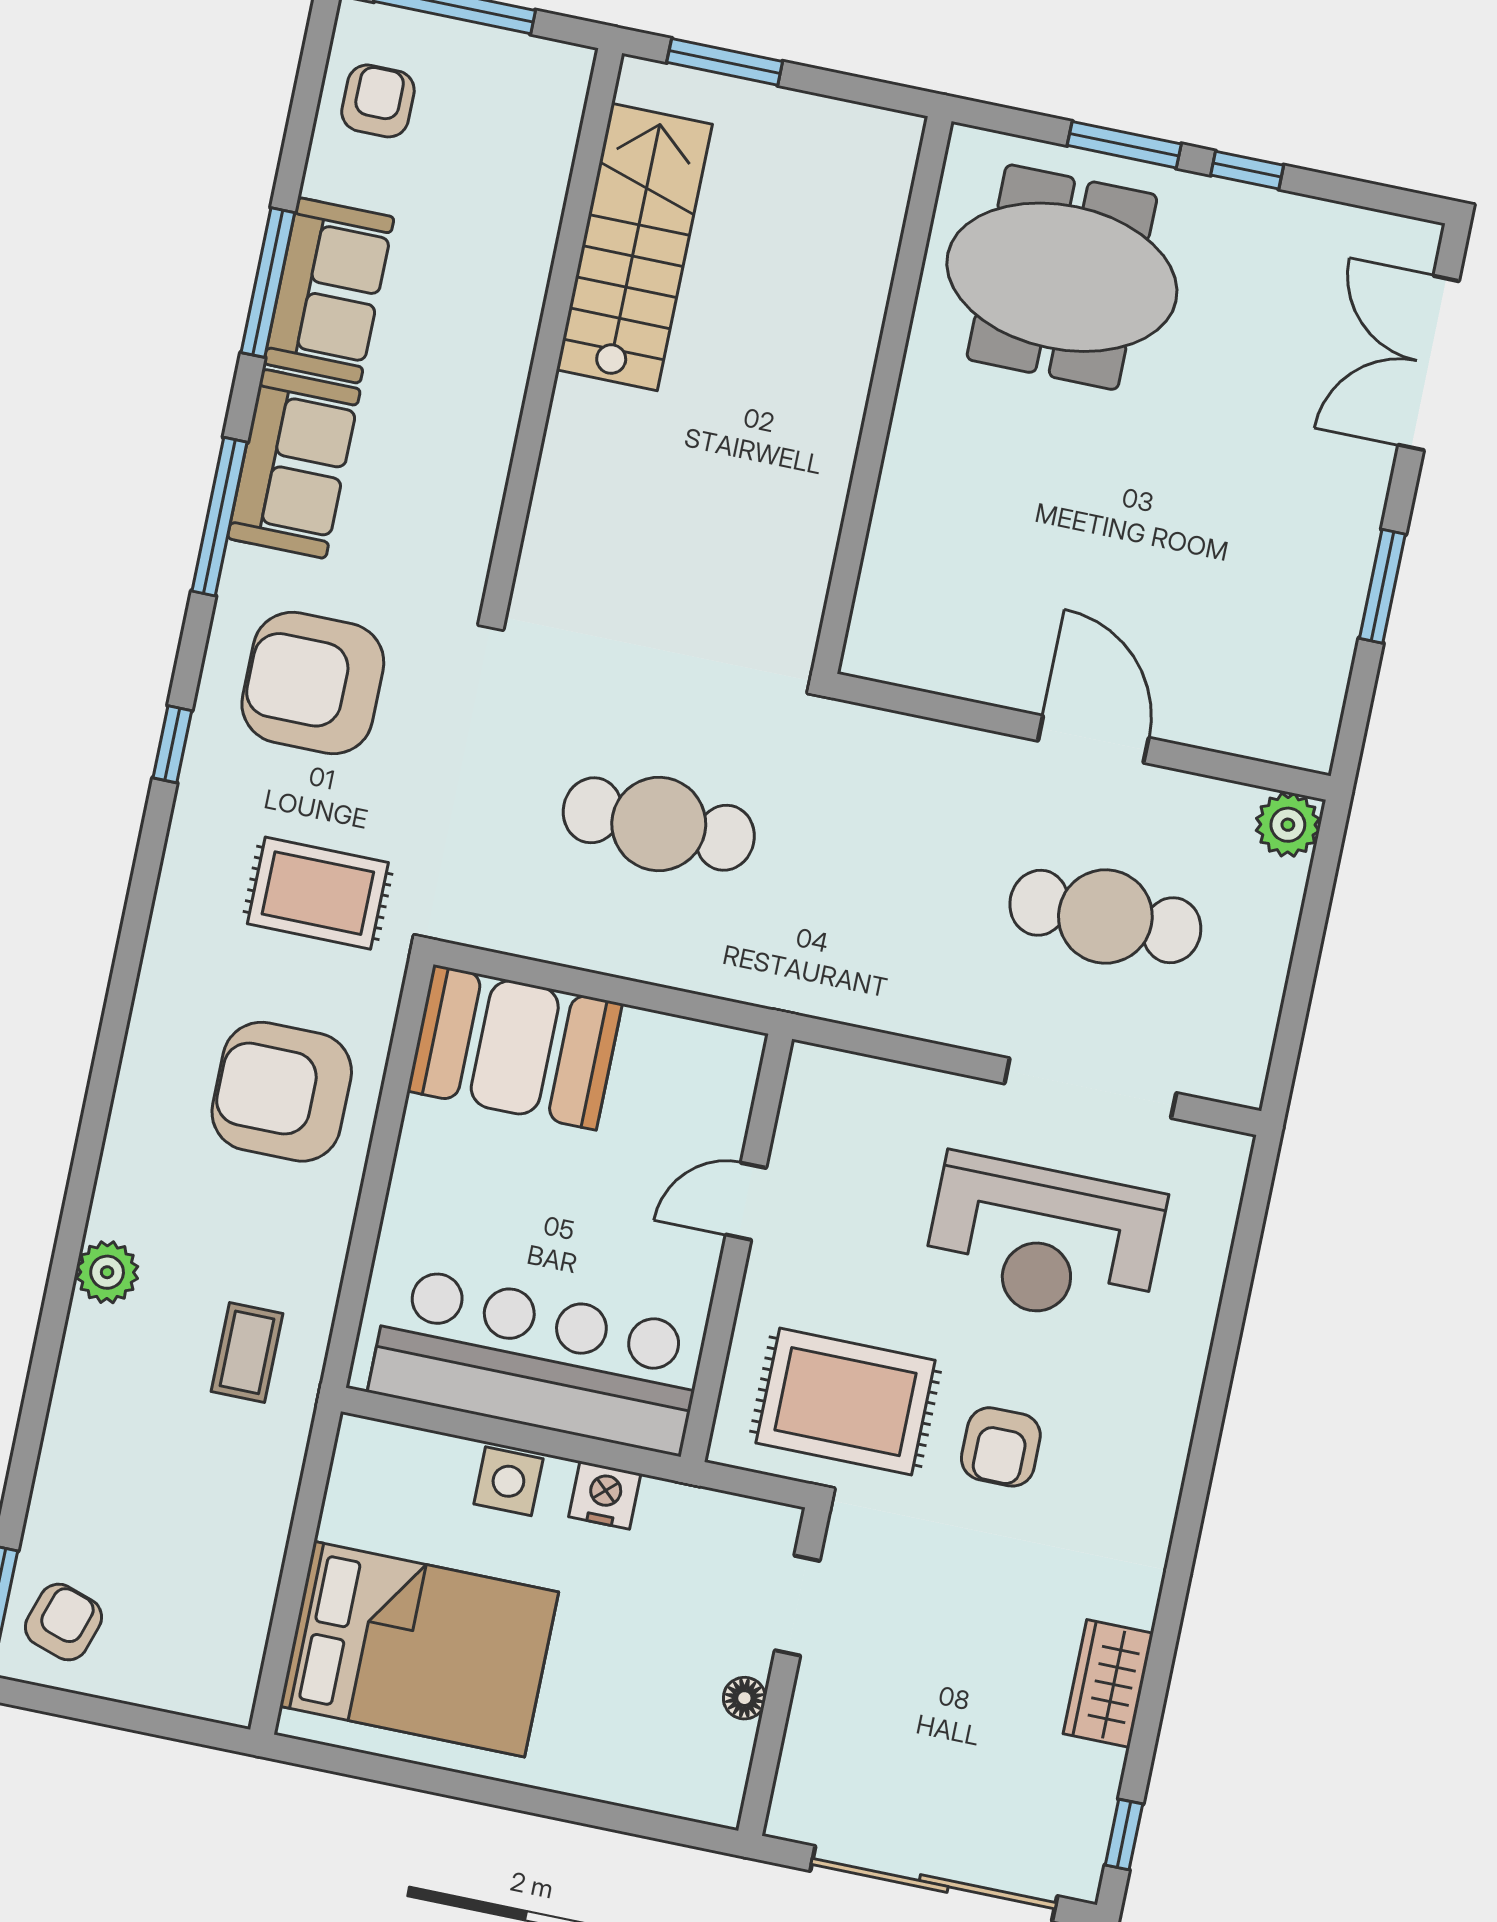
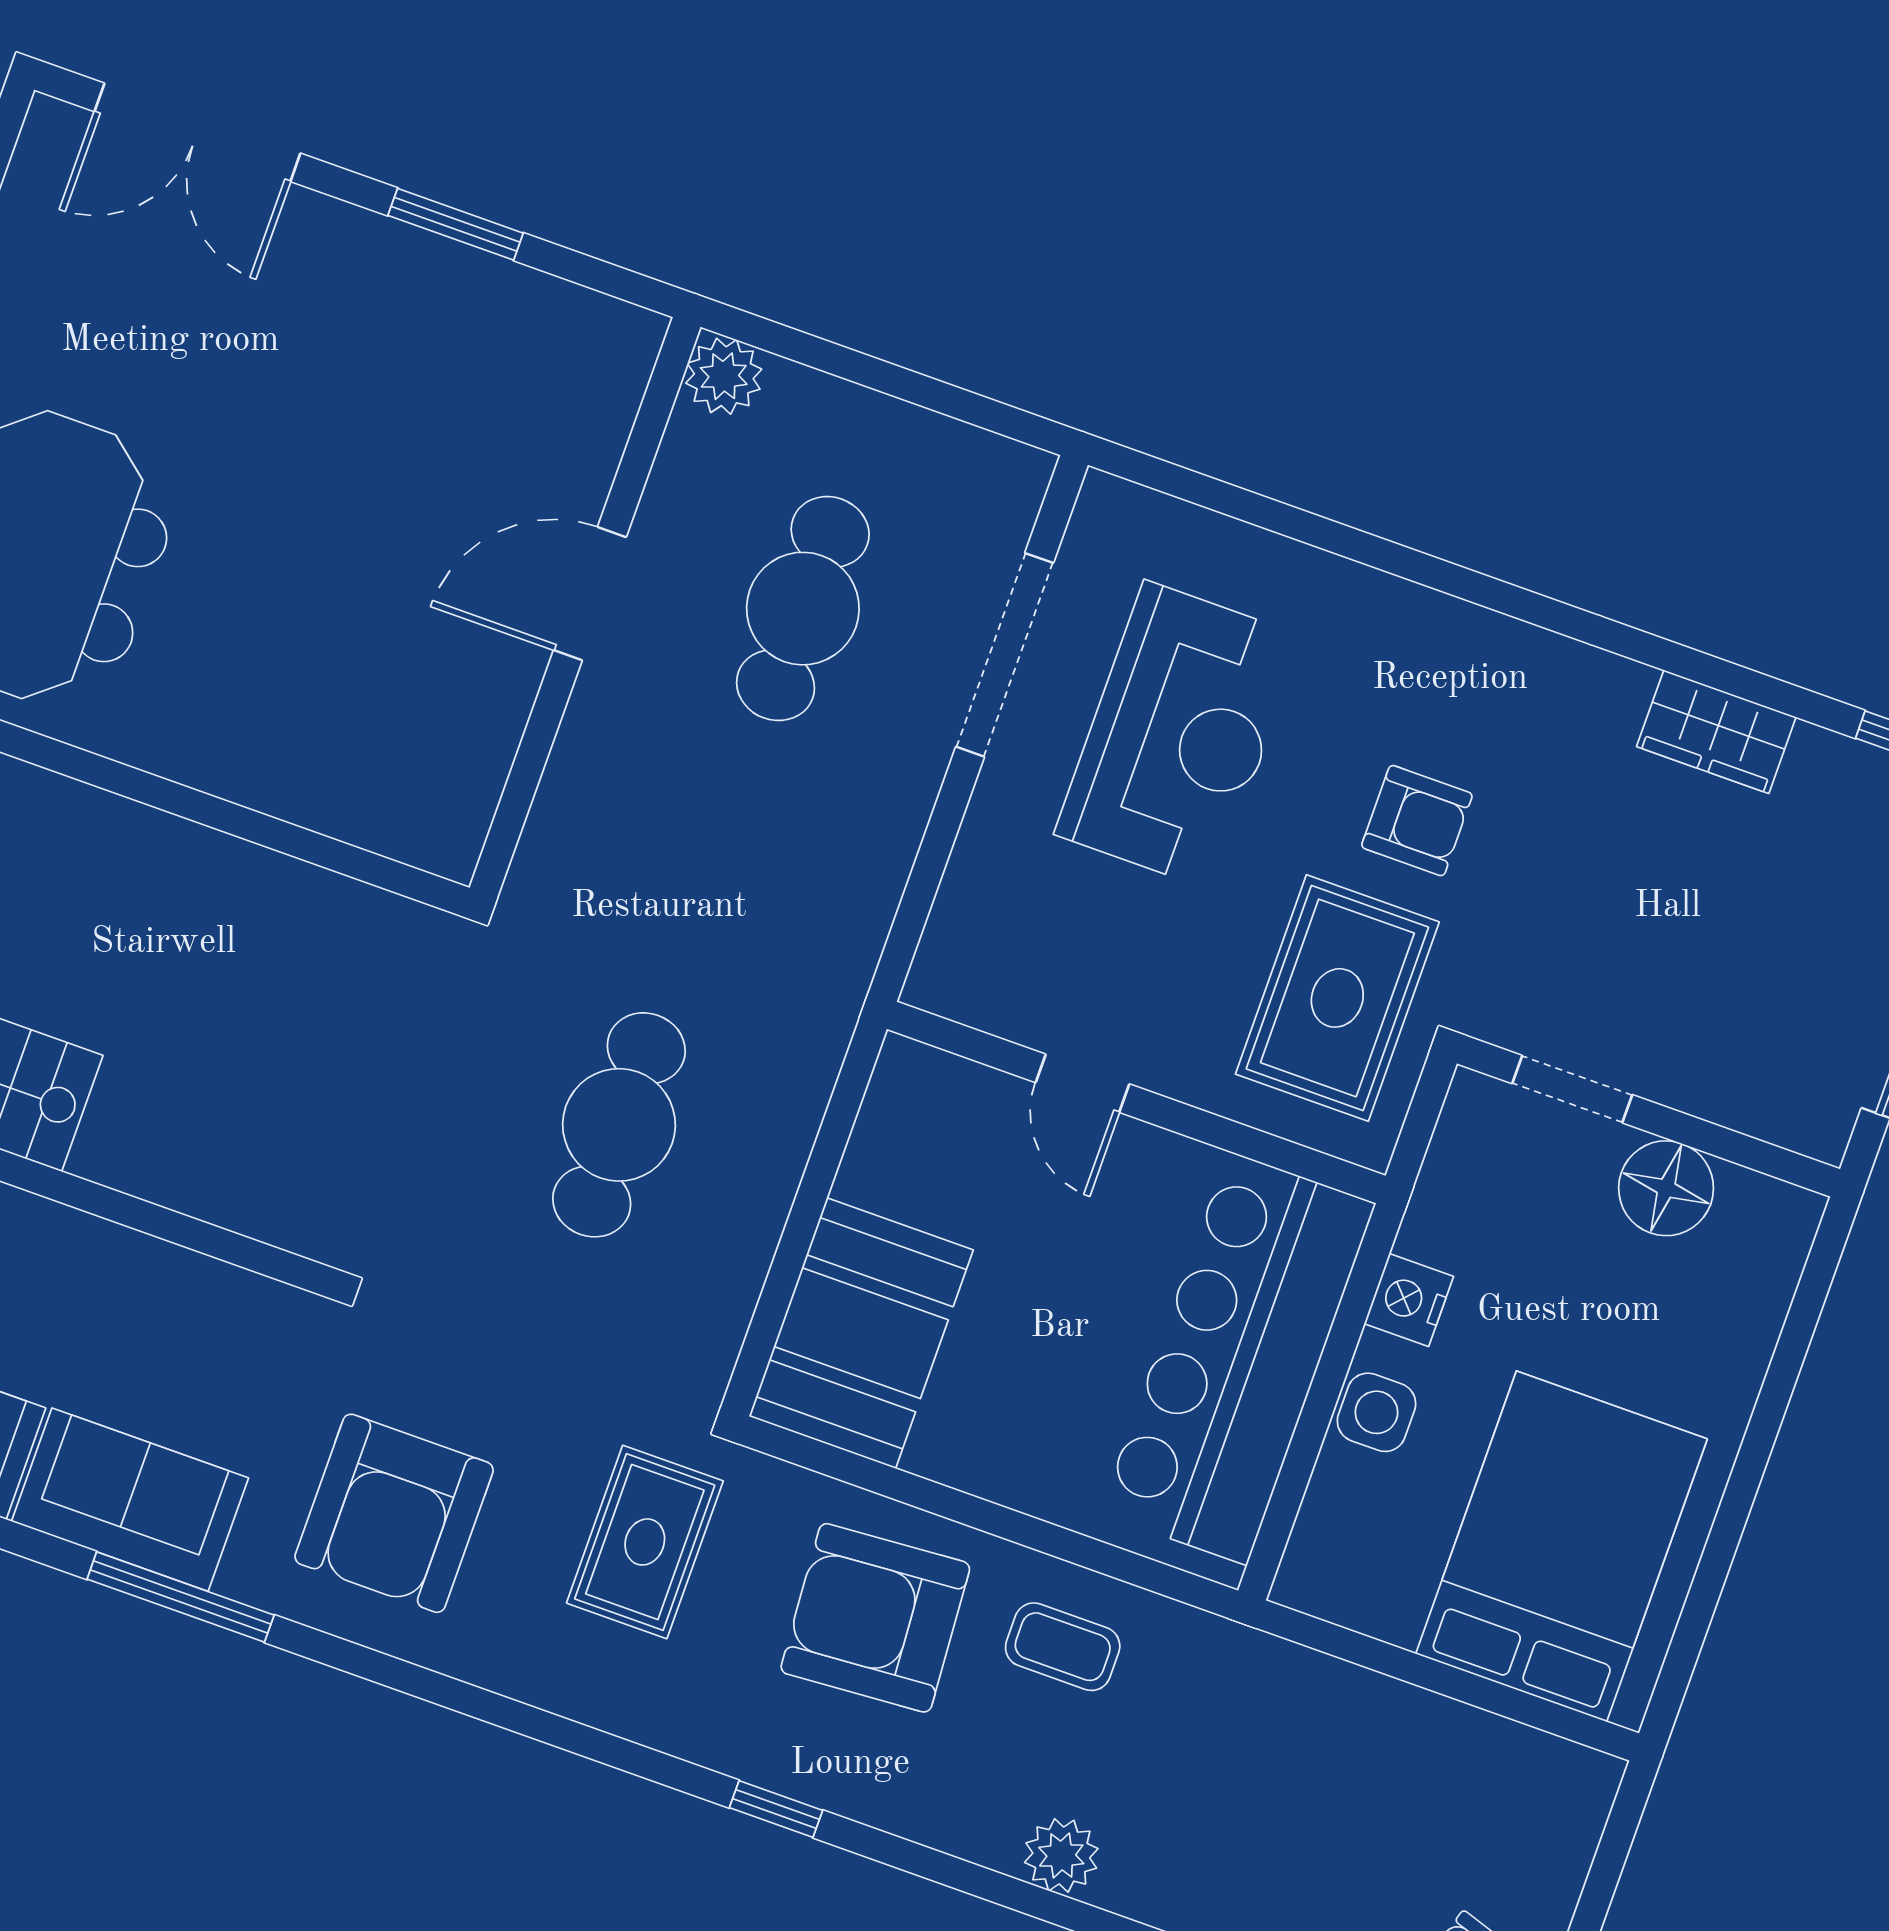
window: (172, 744) -> (776, 1809), moved
armchair: (282, 1092) -> (875, 1618), turned 86
coffee table: (247, 1352) -> (1063, 1647), moved
floor lamp: (744, 1698) -> (1666, 1188), width x1.89, depth x1.89

